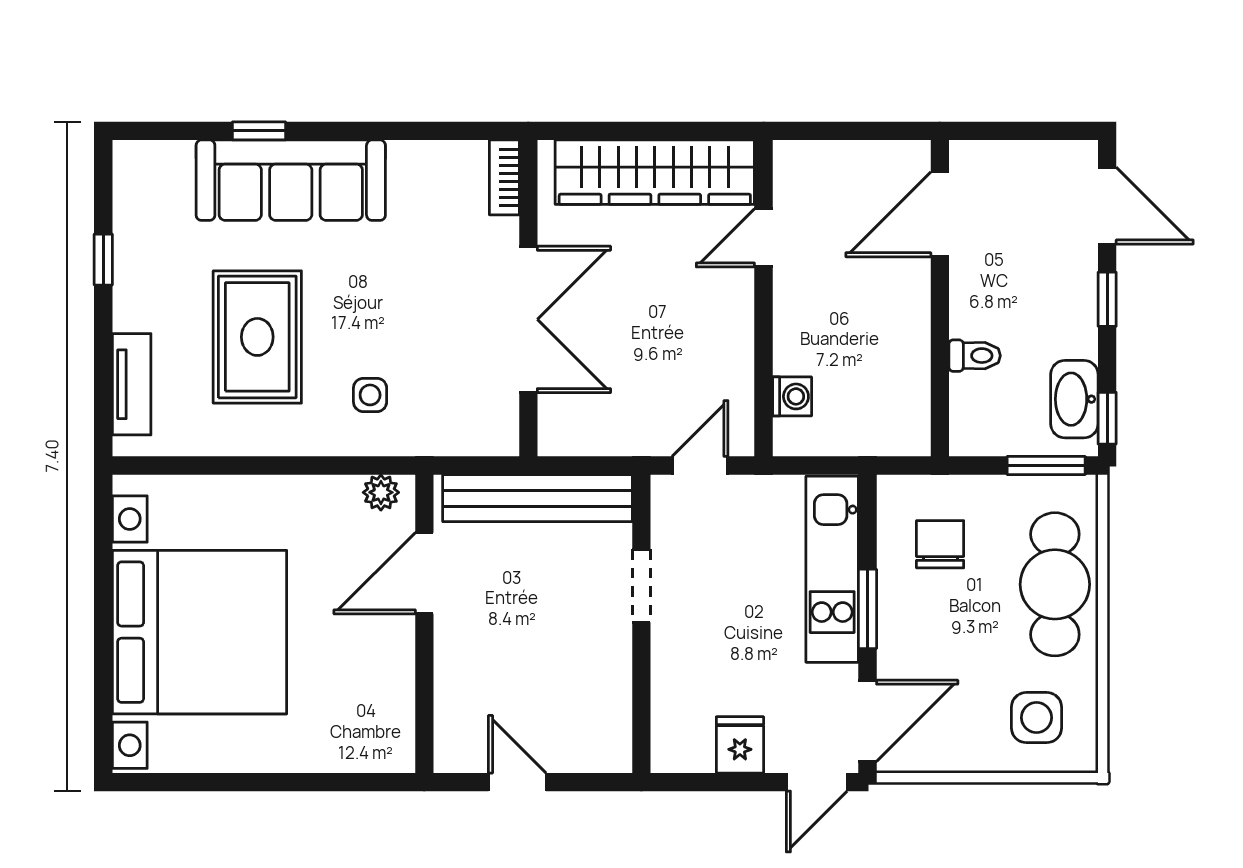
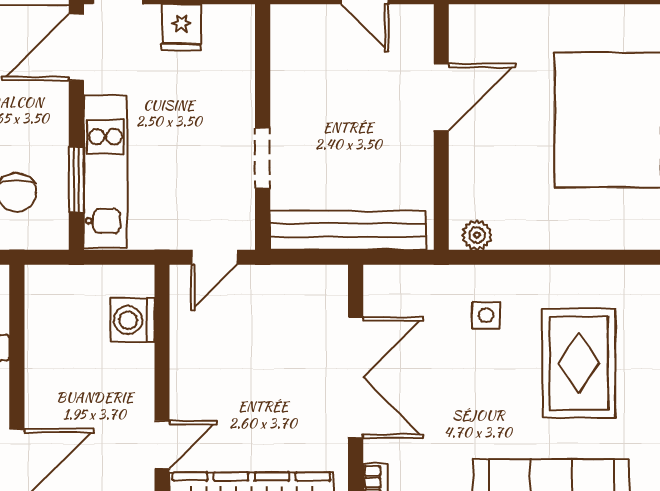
double door: (528, 319) -> (356, 378), swing flipped
washing machine: (792, 396) -> (132, 320), width x1.38, depth x1.38
door: (424, 573) -> (441, 97), moved
window: (867, 609) -> (76, 180), moved

